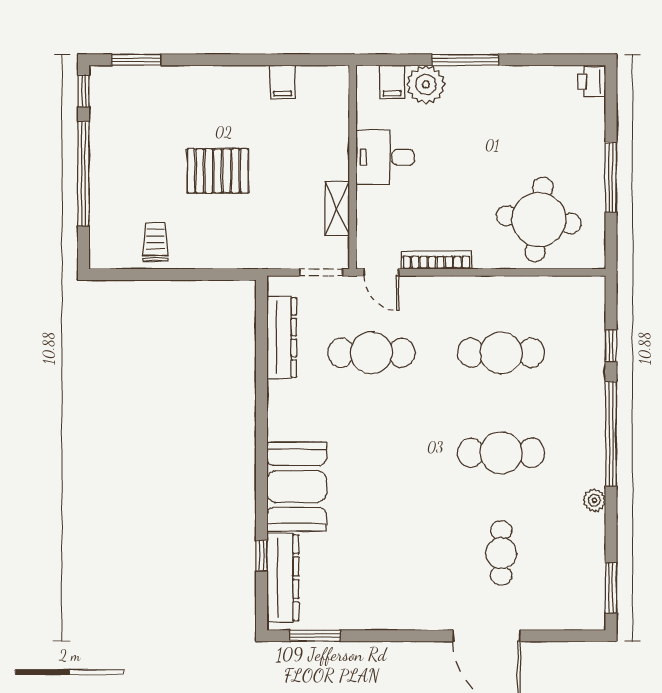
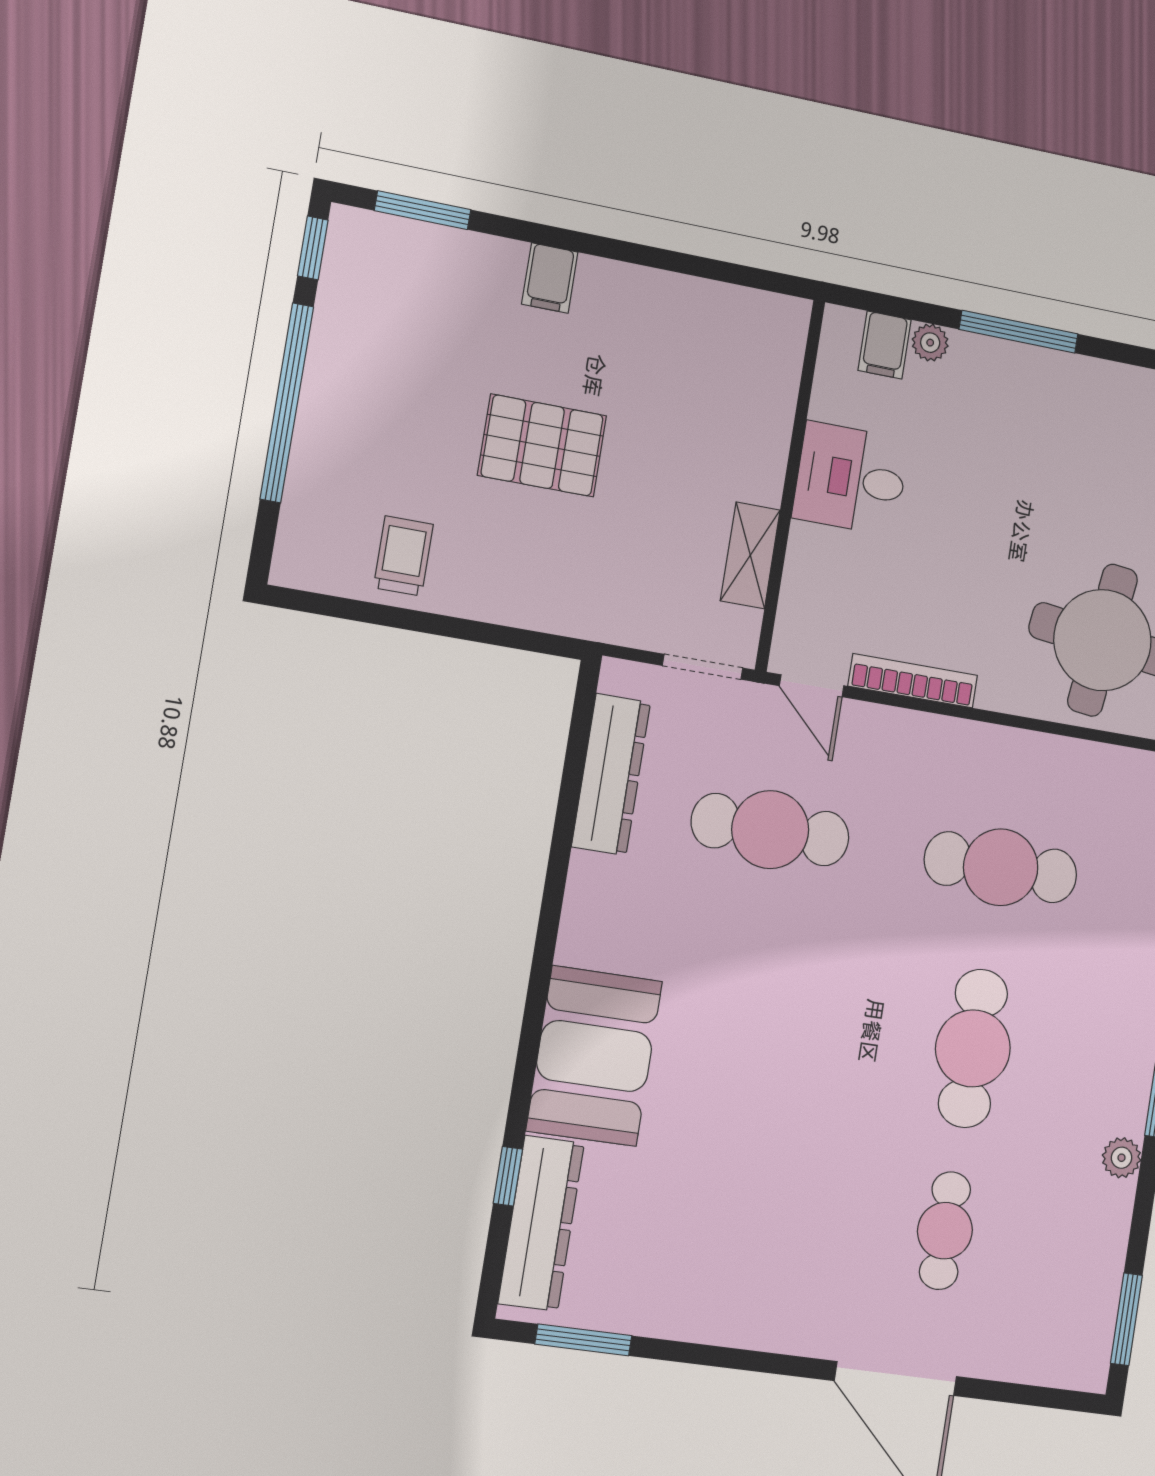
filing cabinet: (283, 82) -> (550, 278), moved
plant: (426, 85) -> (930, 343), width x0.53, depth x0.53
cafe table: (501, 453) -> (973, 1048), turned 90

